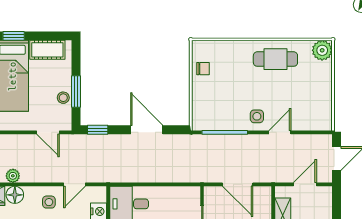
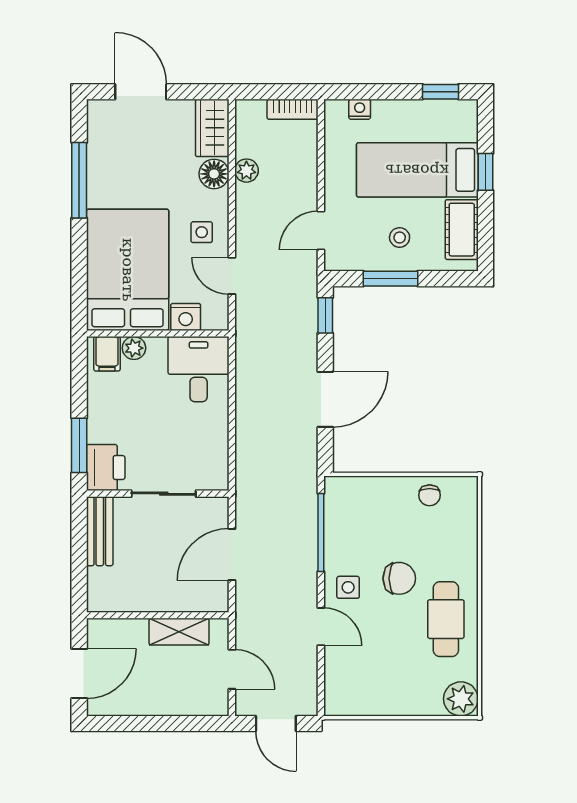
chair: (252, 86) -> (399, 578), added
stool: (63, 98) -> (400, 237), moved

